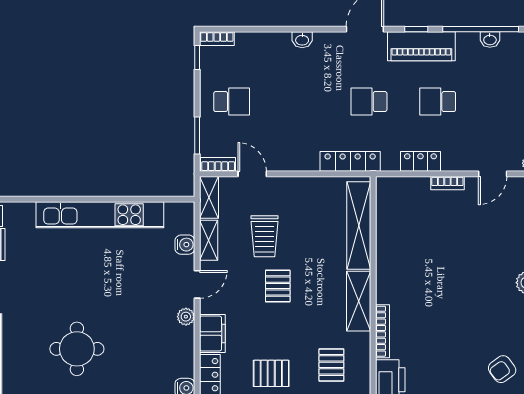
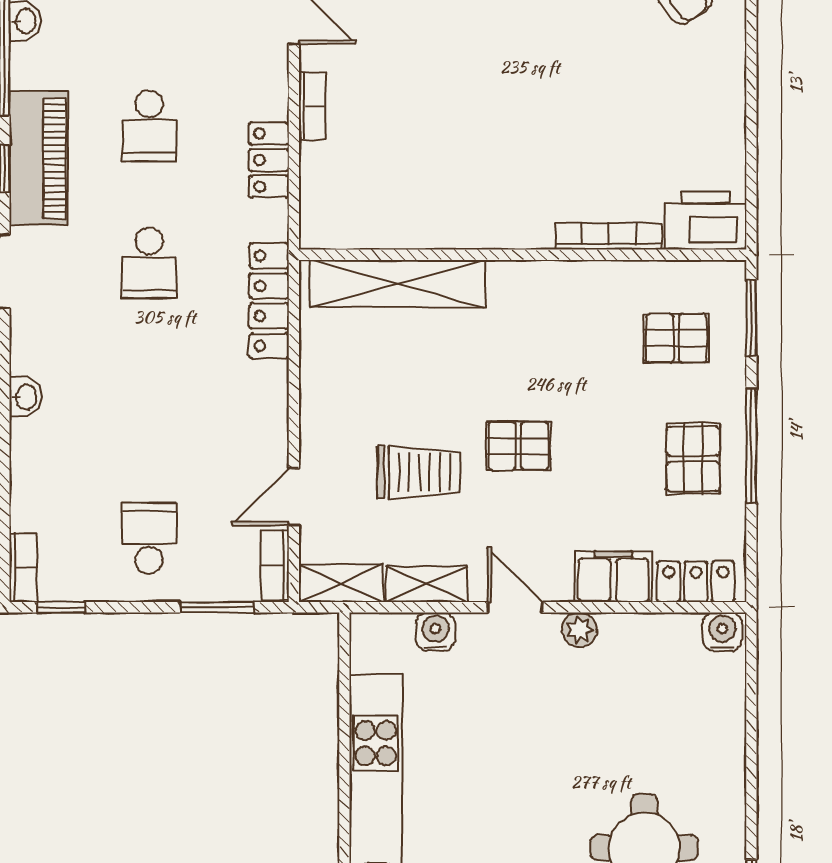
shelving: (359, 301) -> (549, 284), removed

